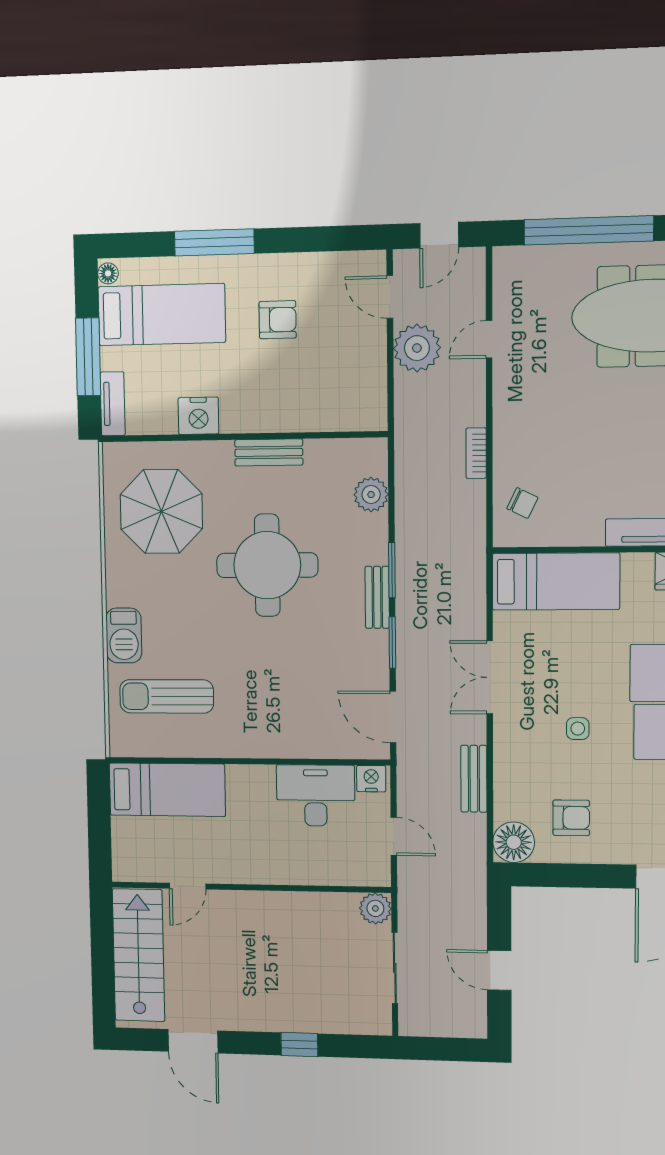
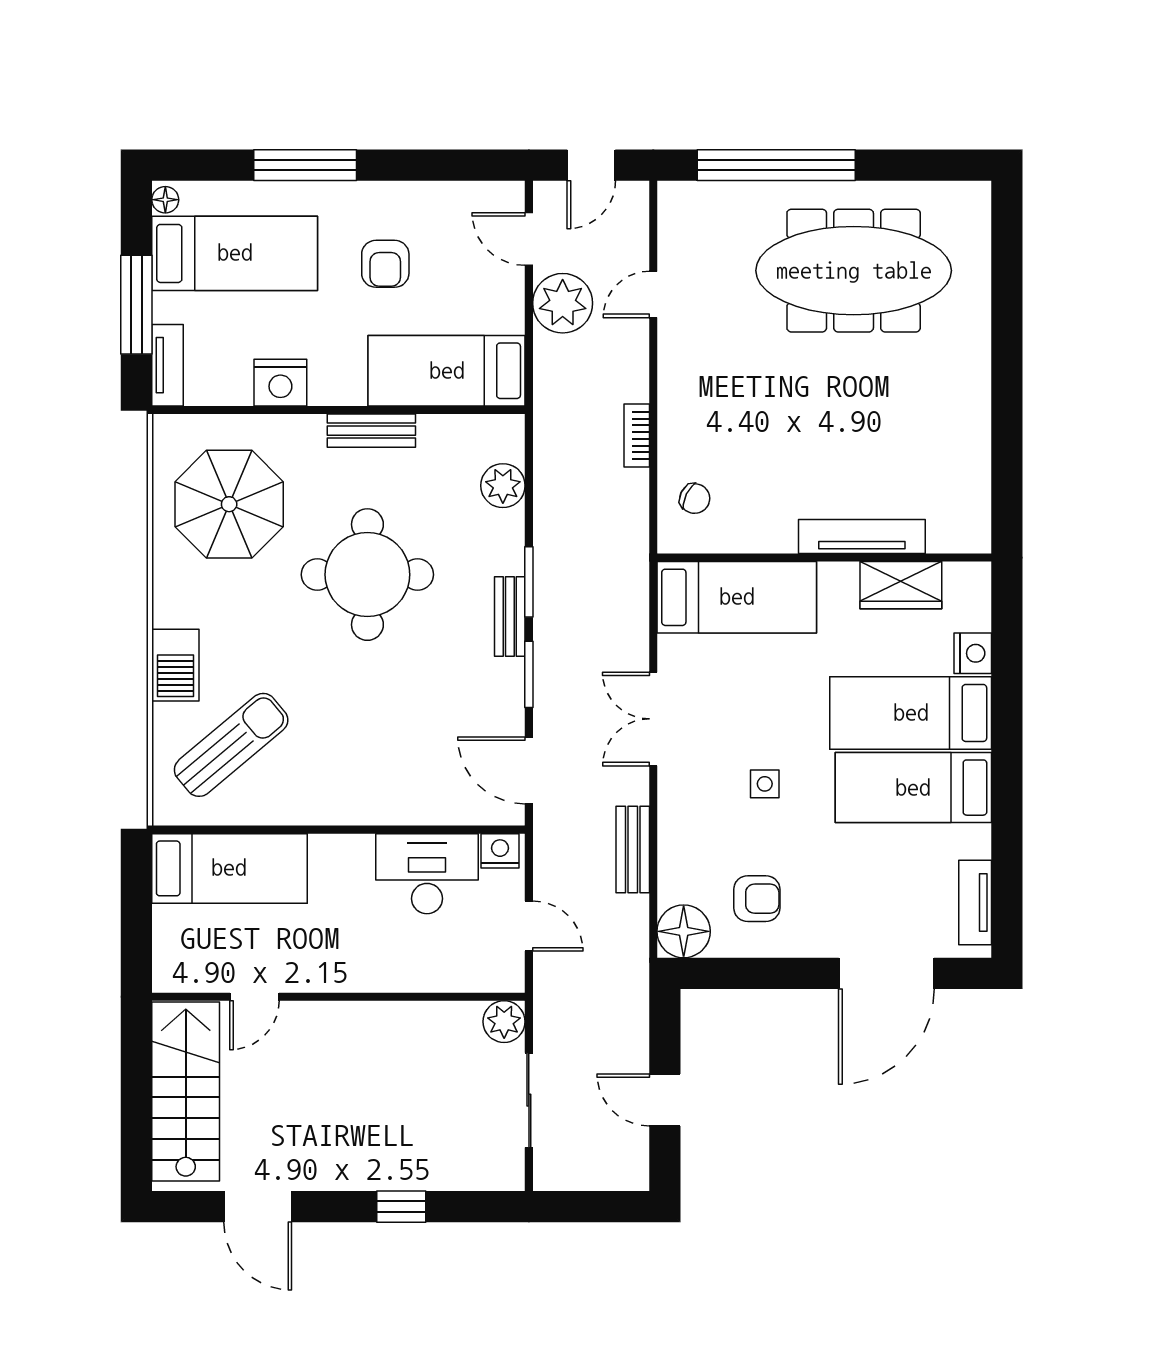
armchair: (278, 320) -> (385, 264), turned 90
bed: (326, 404) -> (447, 371), added
sun lounger: (167, 696) -> (231, 745), turned 140

